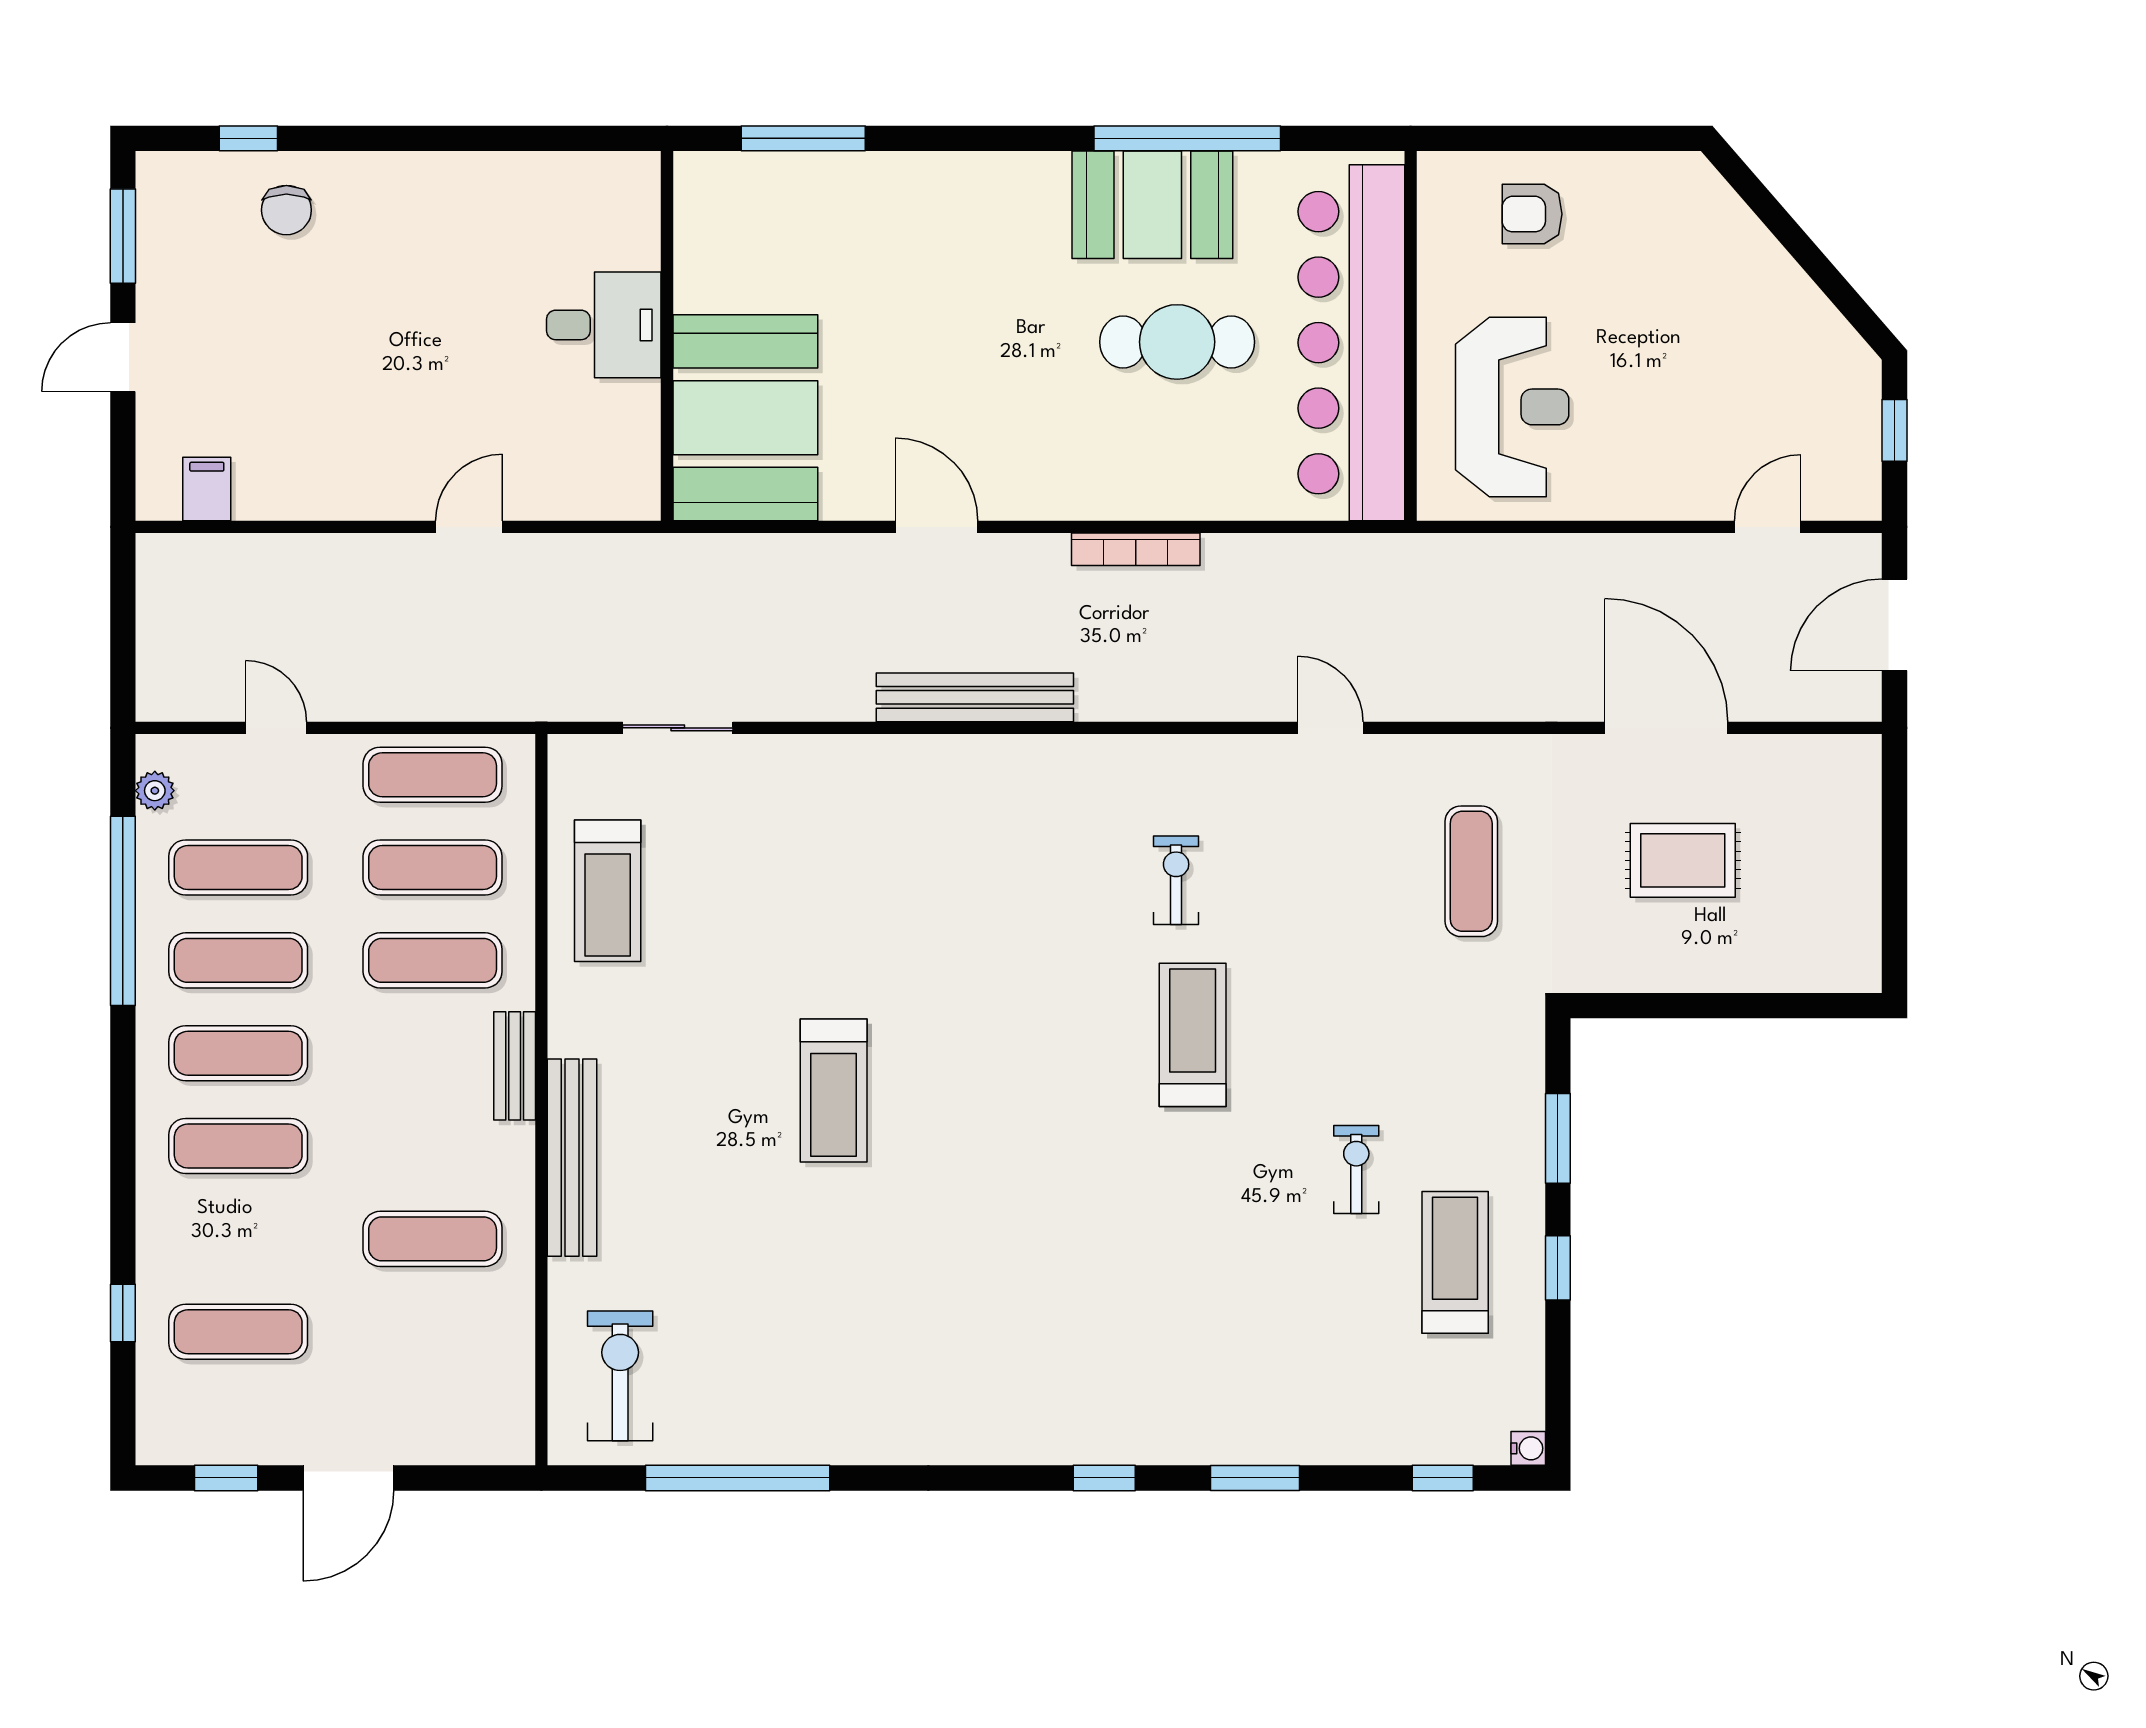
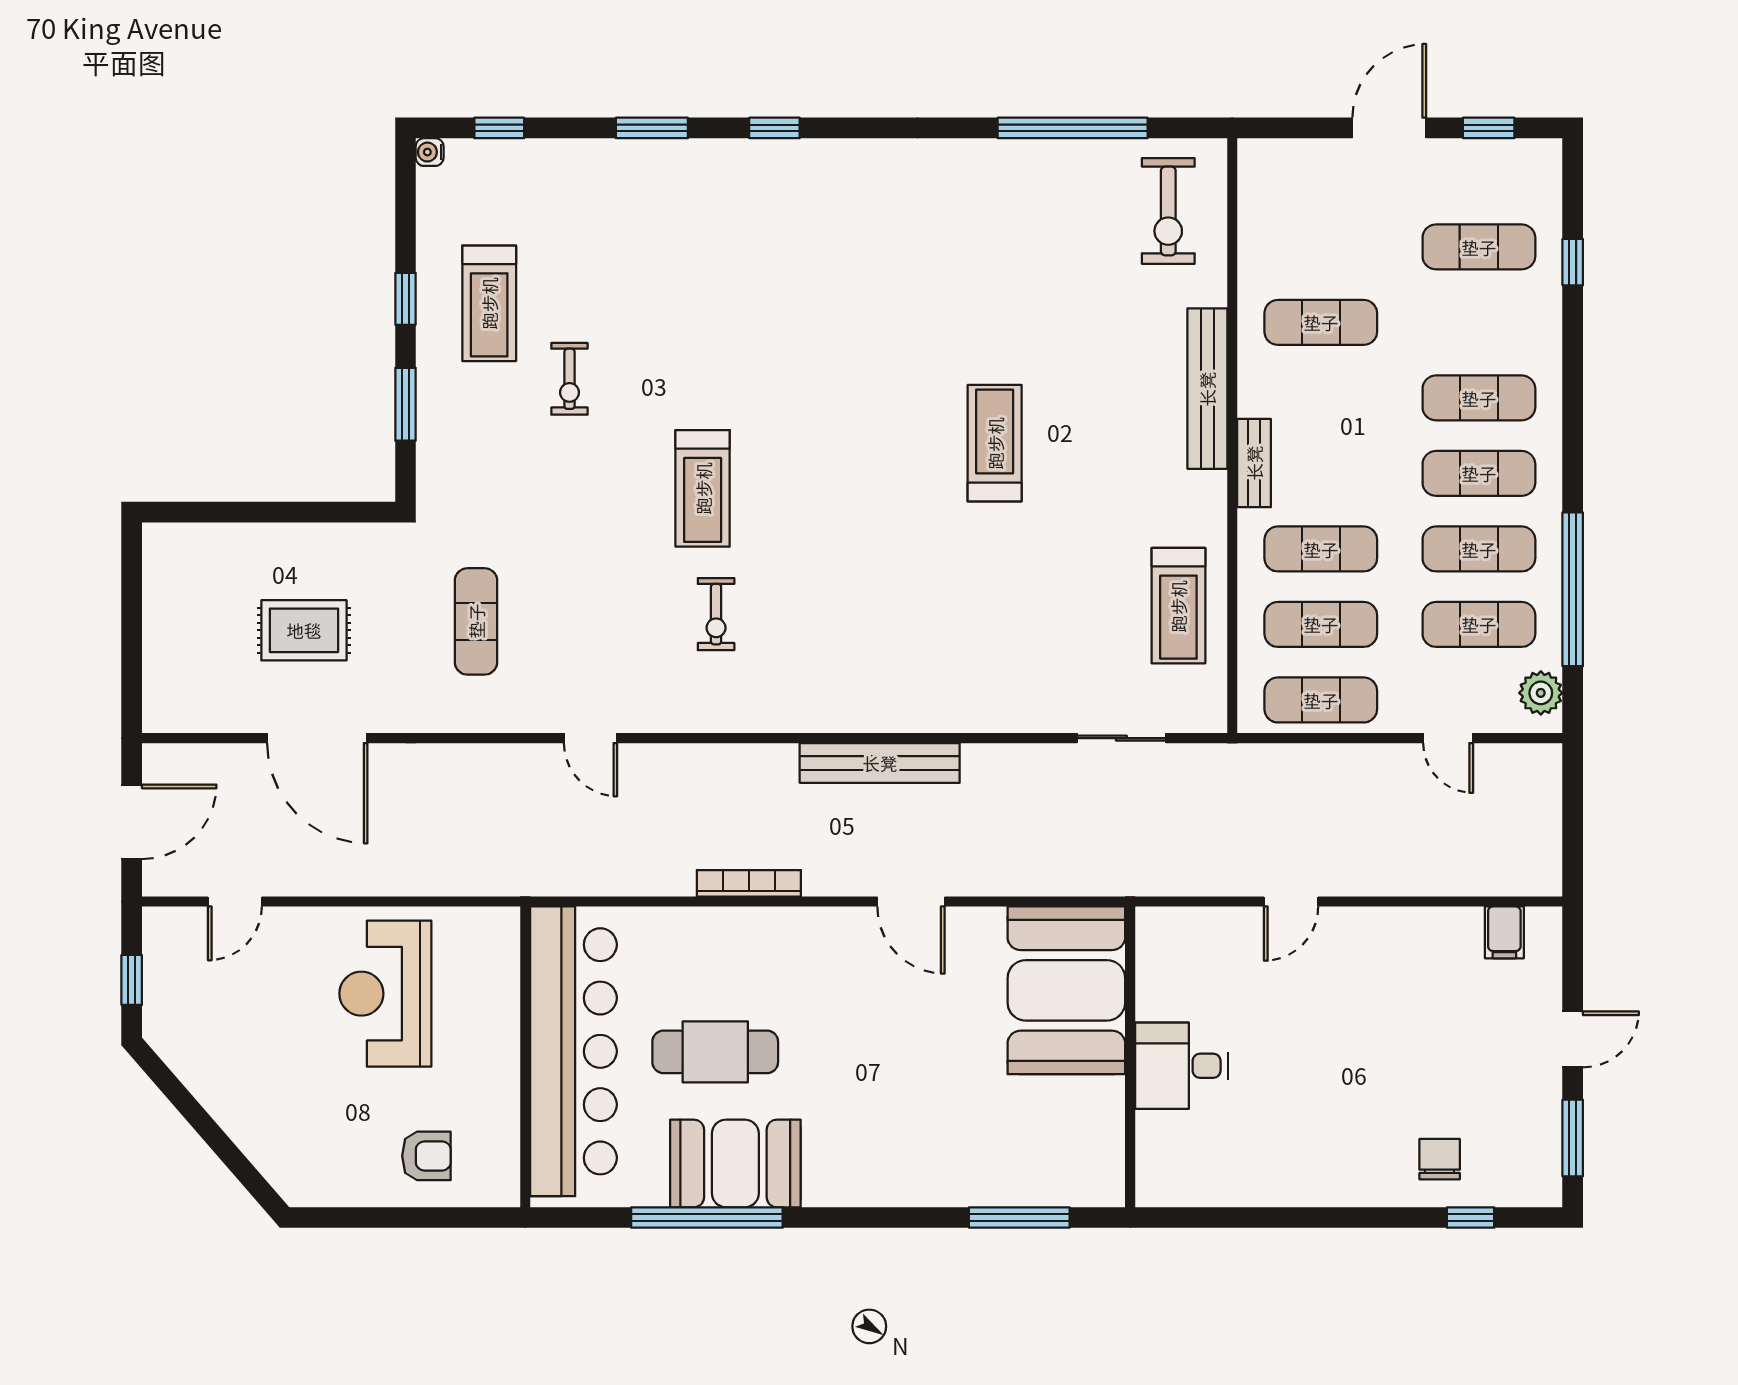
reception desk: (1512, 407) -> (385, 994), moved
plant: (155, 791) -> (1541, 693), width x1.38, depth x1.38
treadmill: (608, 891) -> (1178, 606), turned 180

